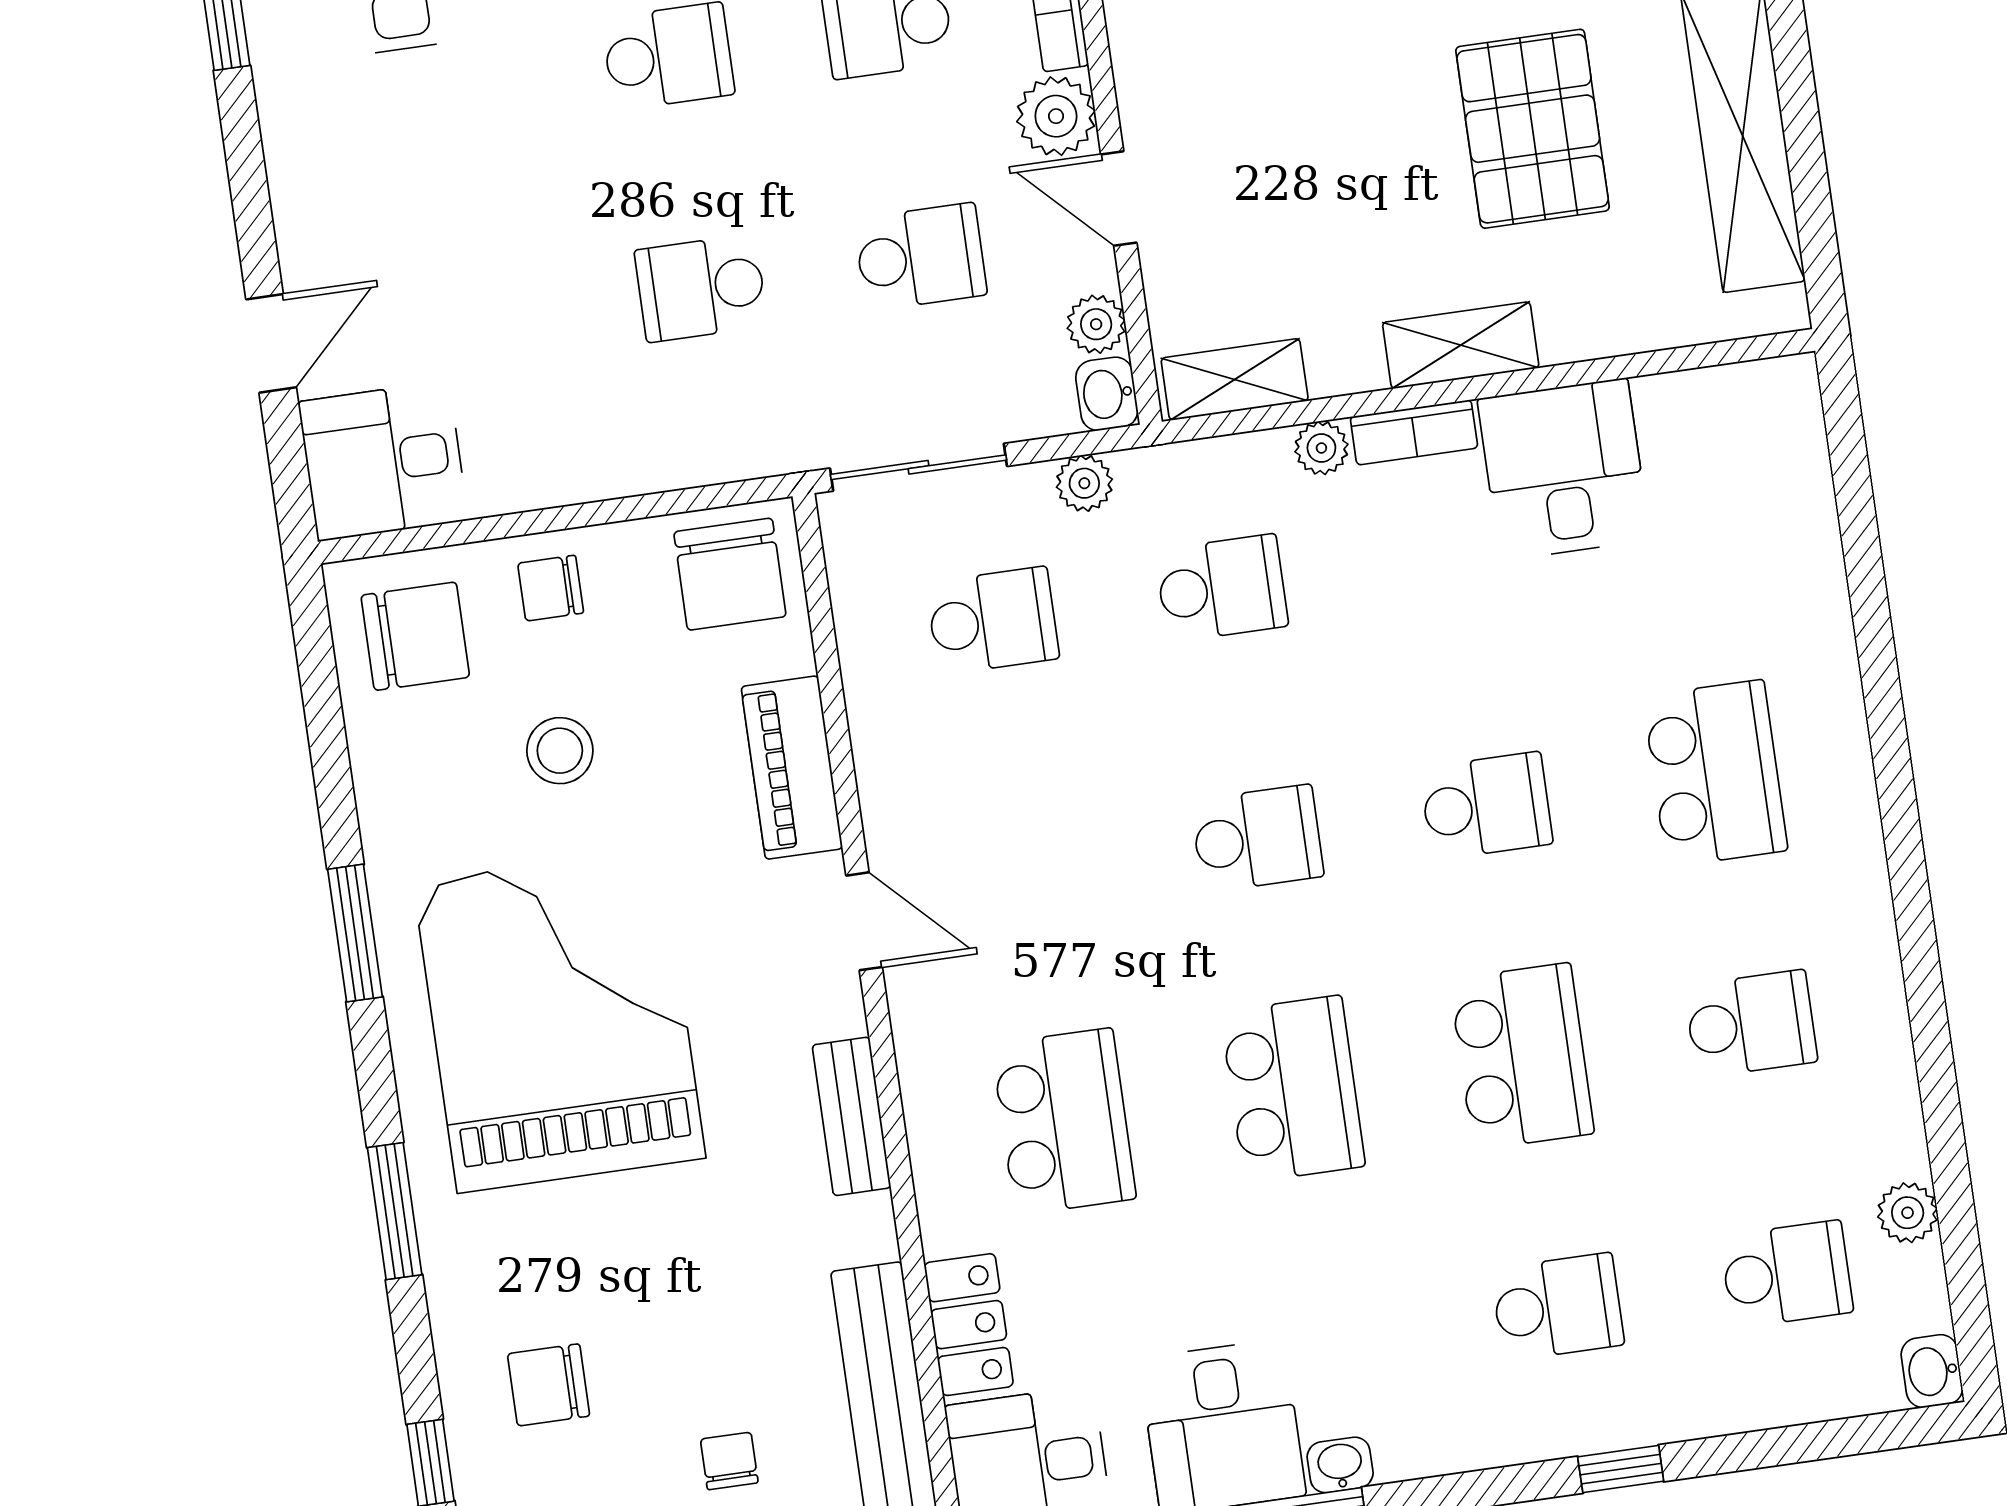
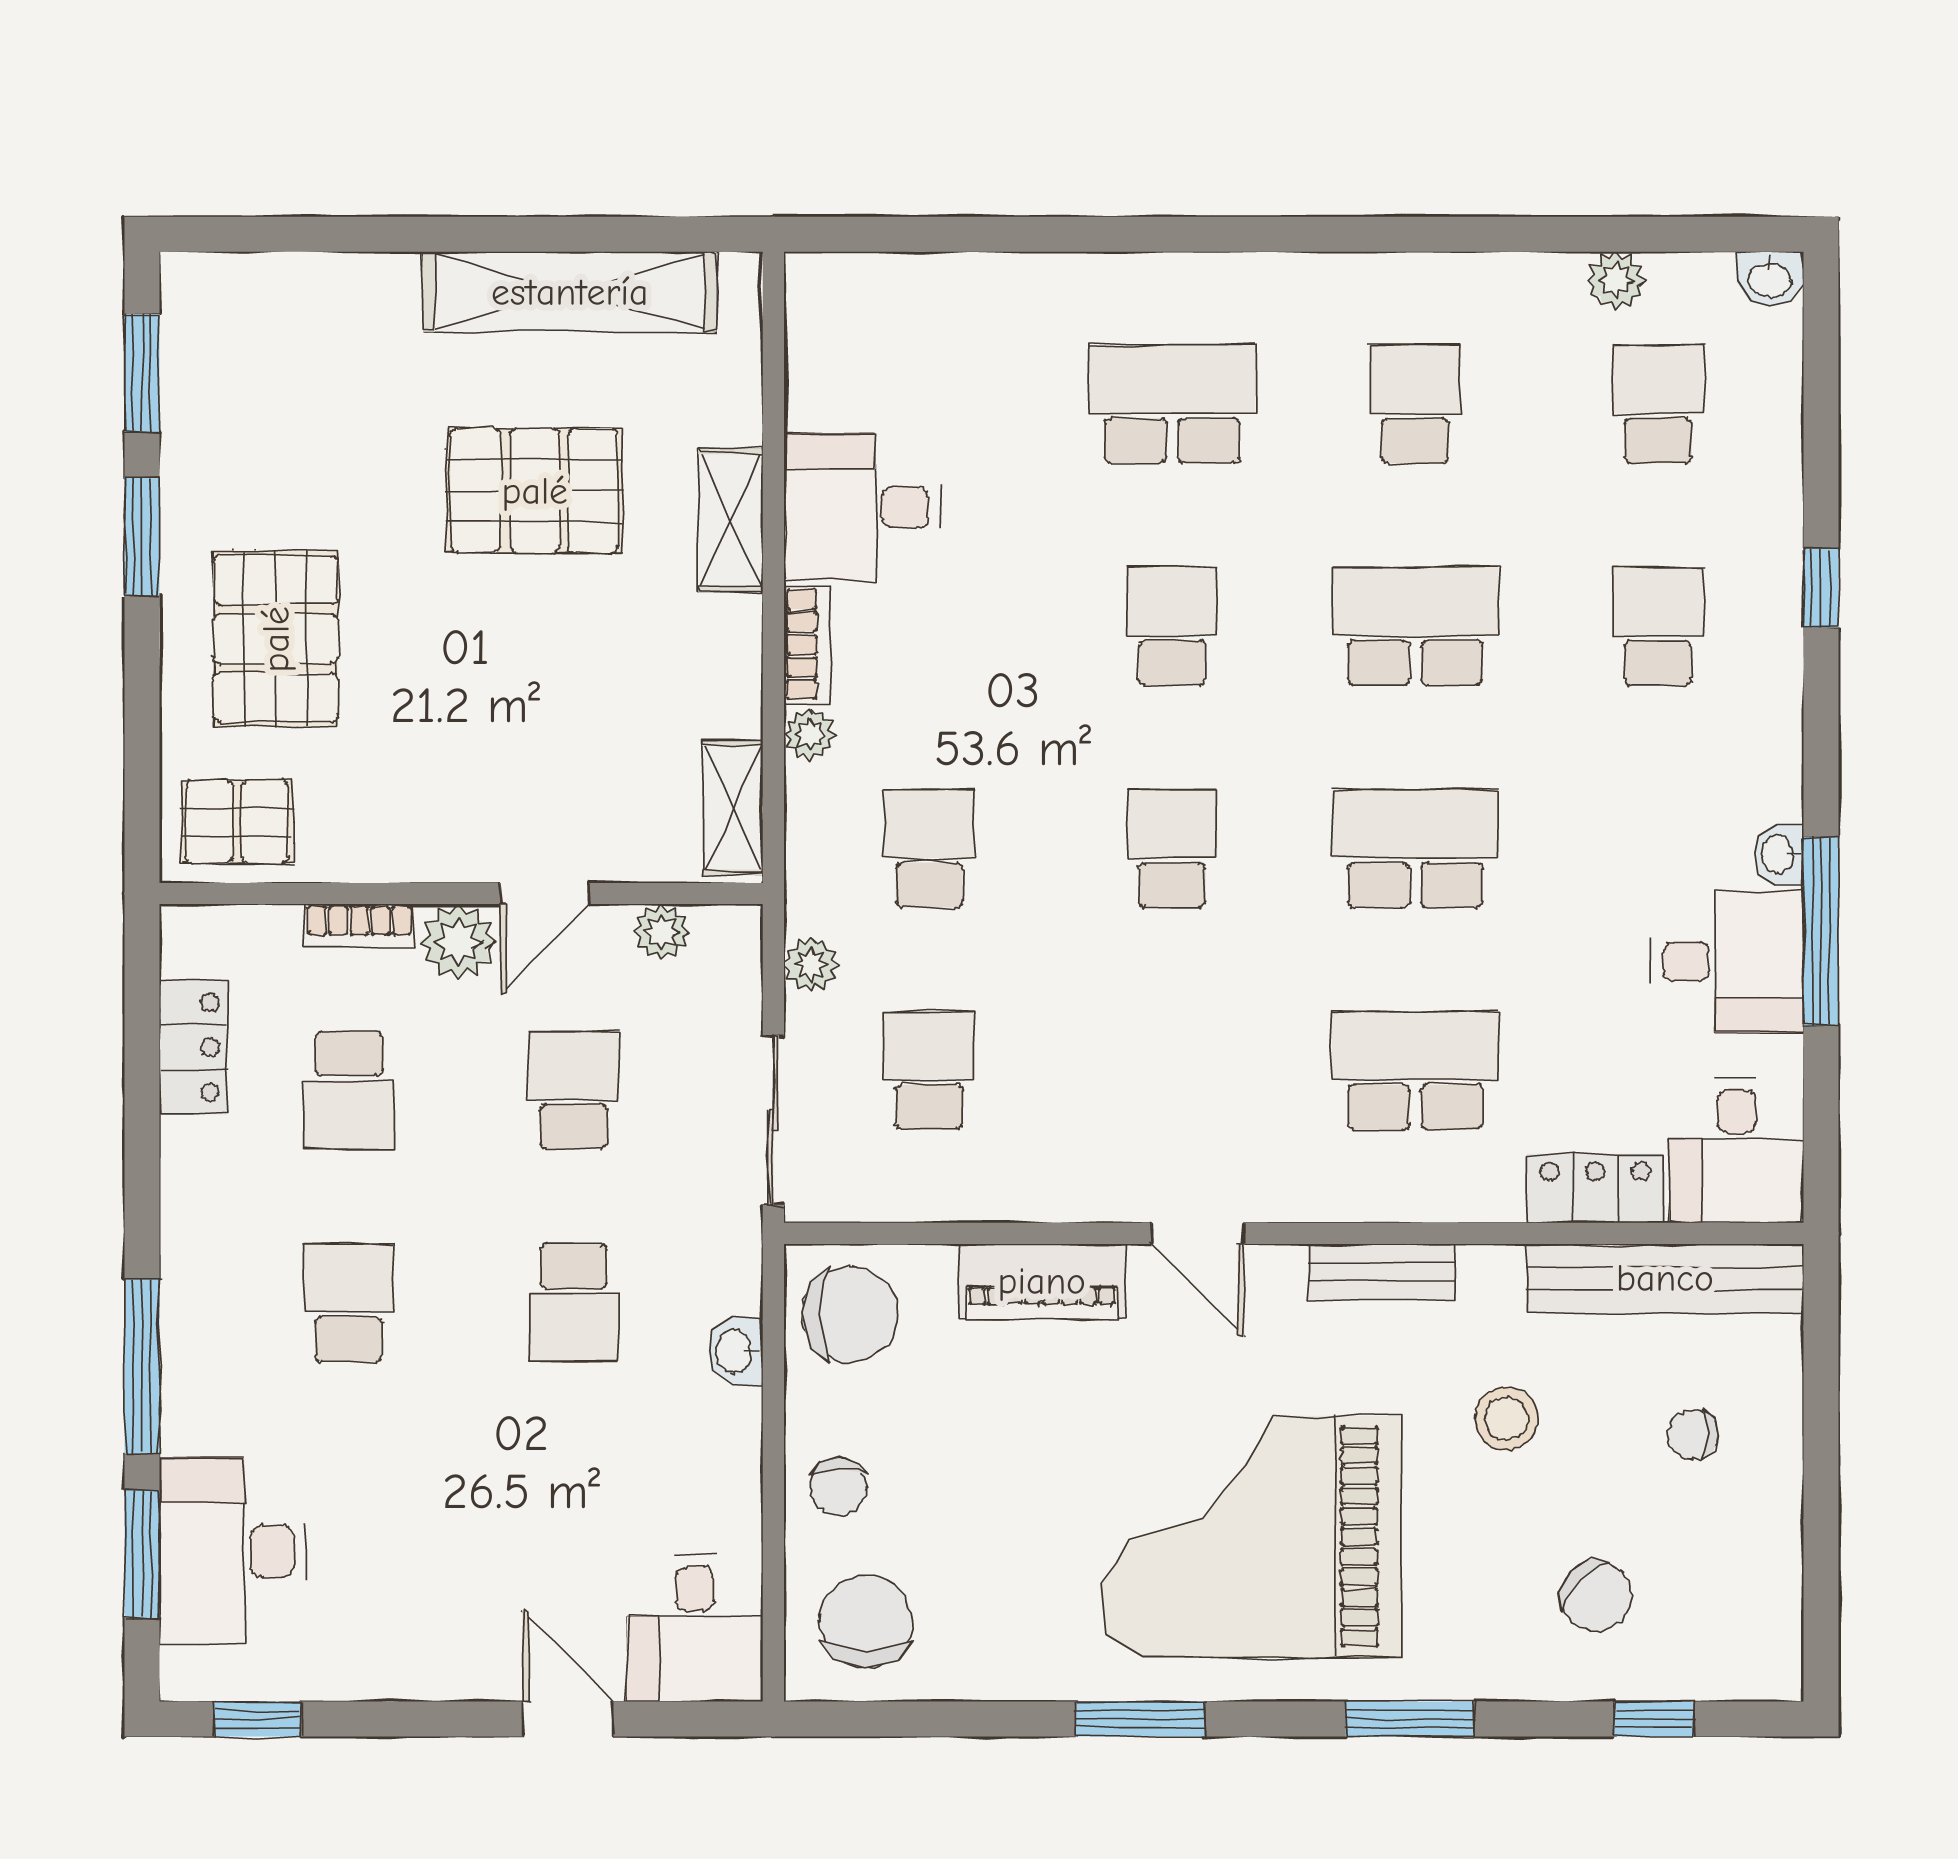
shelving: (1461, 345) -> (731, 520), moved
washbasin: (1107, 394) -> (736, 1351), moved, turned 90
stool: (560, 751) -> (1507, 1419), moved
door: (864, 921) -> (1198, 1233), swing flipped
chair: (549, 1385) -> (1596, 1596), turned -45

